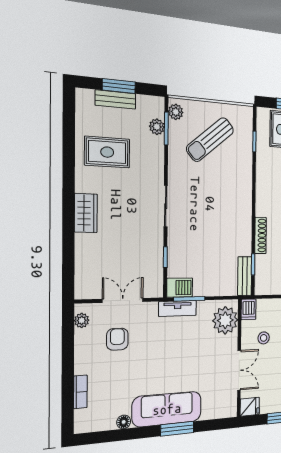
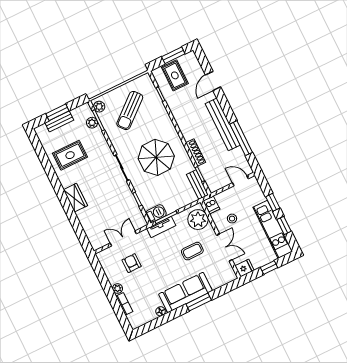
parasol: (213, 216) -> (156, 157), added
plant: (82, 320) -> (117, 289), moved
coffee table: (200, 358) -> (192, 251), added

